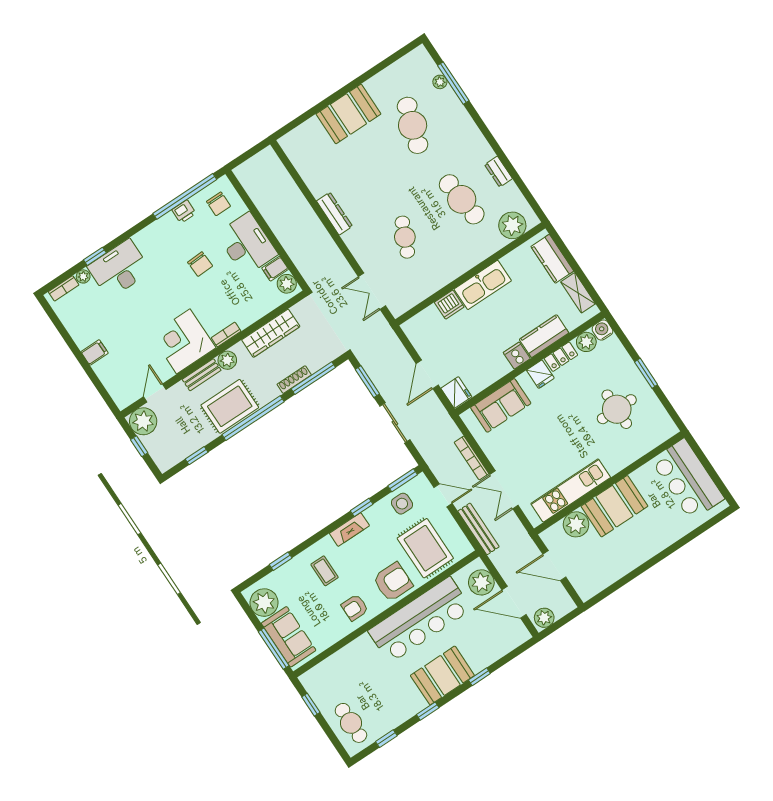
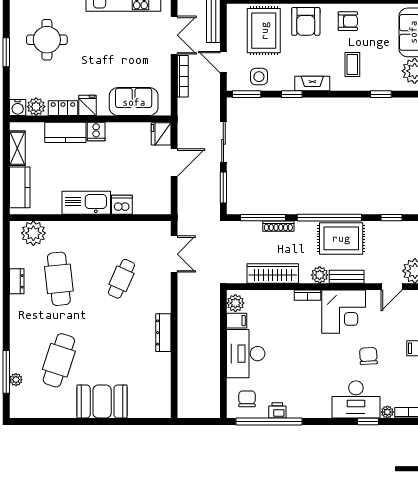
chair: (200, 264) -> (368, 356), moved
armchair: (393, 582) -> (306, 21), turned -90

